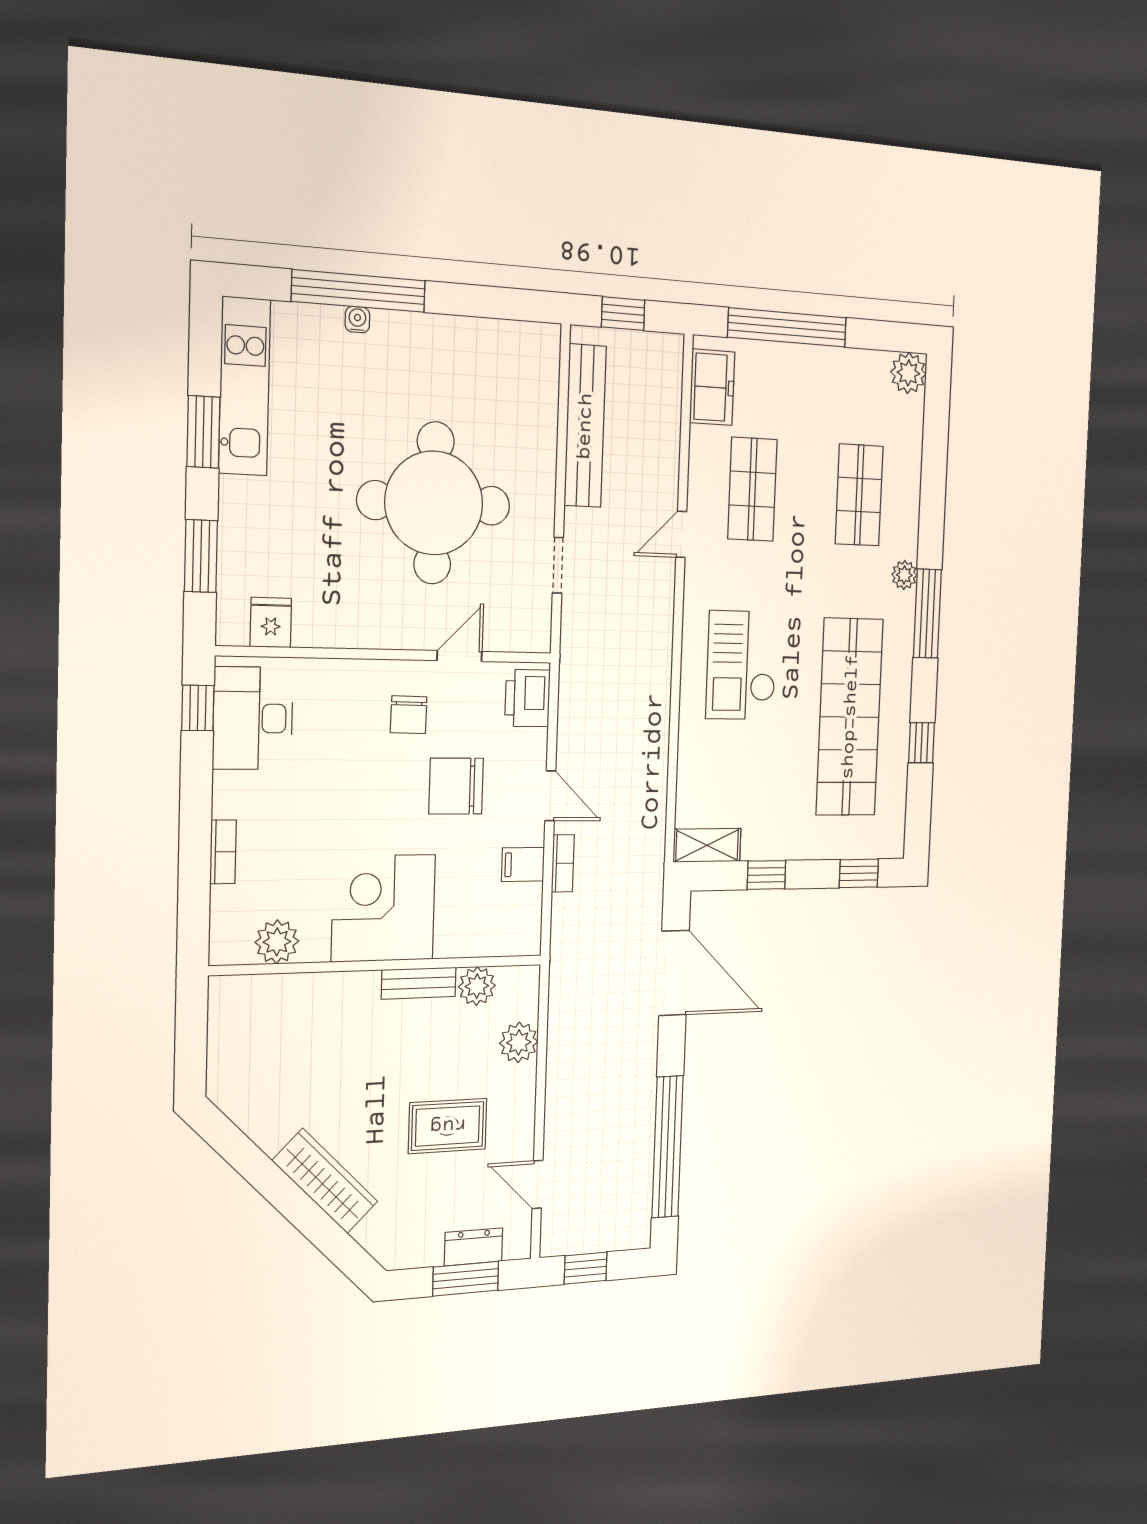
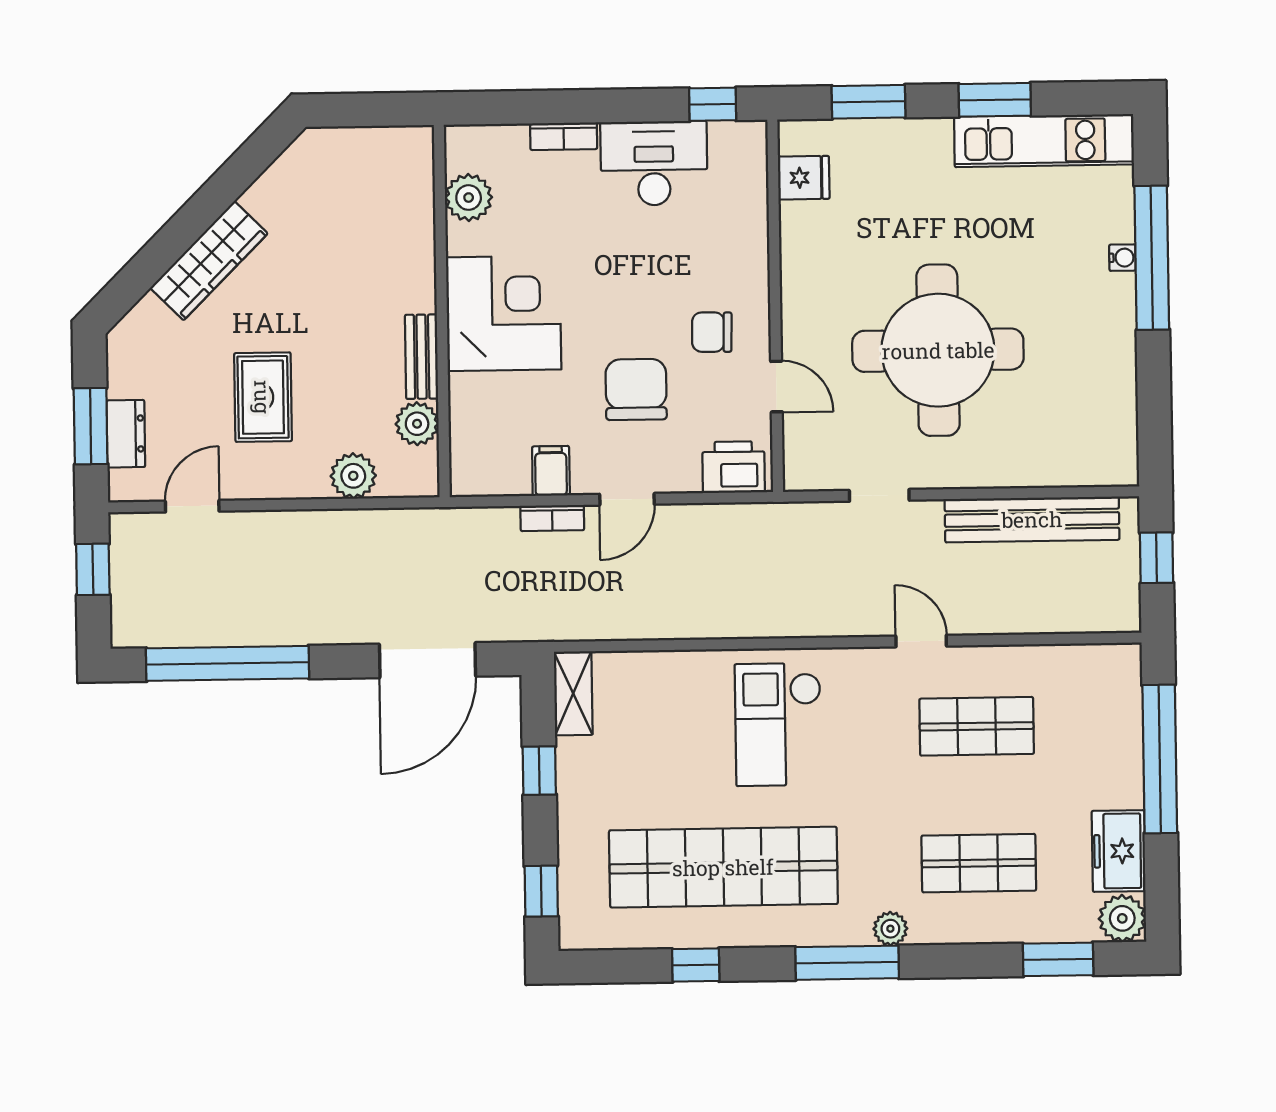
freezer: (712, 387) -> (1119, 851), moved, turned 90
window: (936, 432) -> (1058, 959), added
checkout: (742, 665) -> (778, 725), turned -90
desk: (253, 718) -> (654, 163), moved

